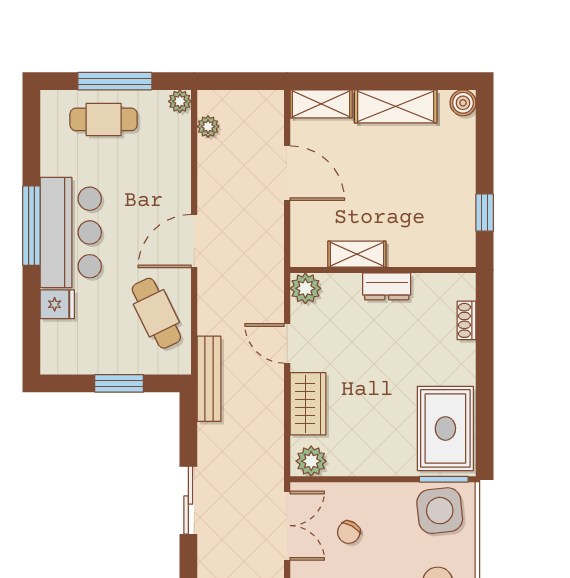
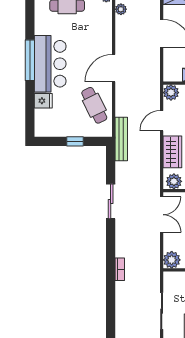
door: (287, 343) -> (162, 121), hinge flipped
window: (119, 383) -> (75, 141), width x0.67

